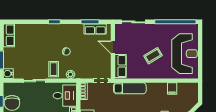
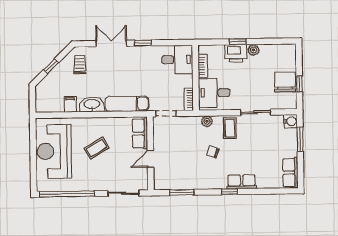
row of seats: (95, 29) -> (242, 182), moved
door: (113, 47) -> (150, 159), swing flipped
washbasin: (156, 88) -> (92, 104), added

